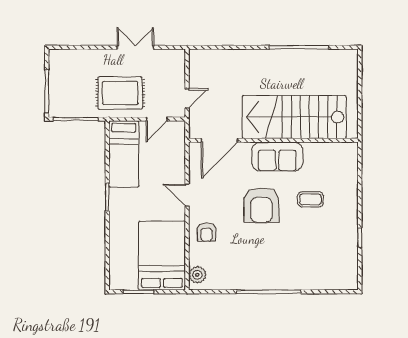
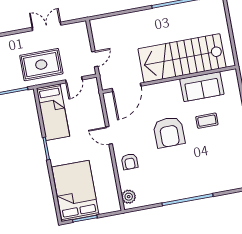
sofa: (277, 157) -> (202, 87), moved
bed: (162, 256) -> (75, 191), moved

